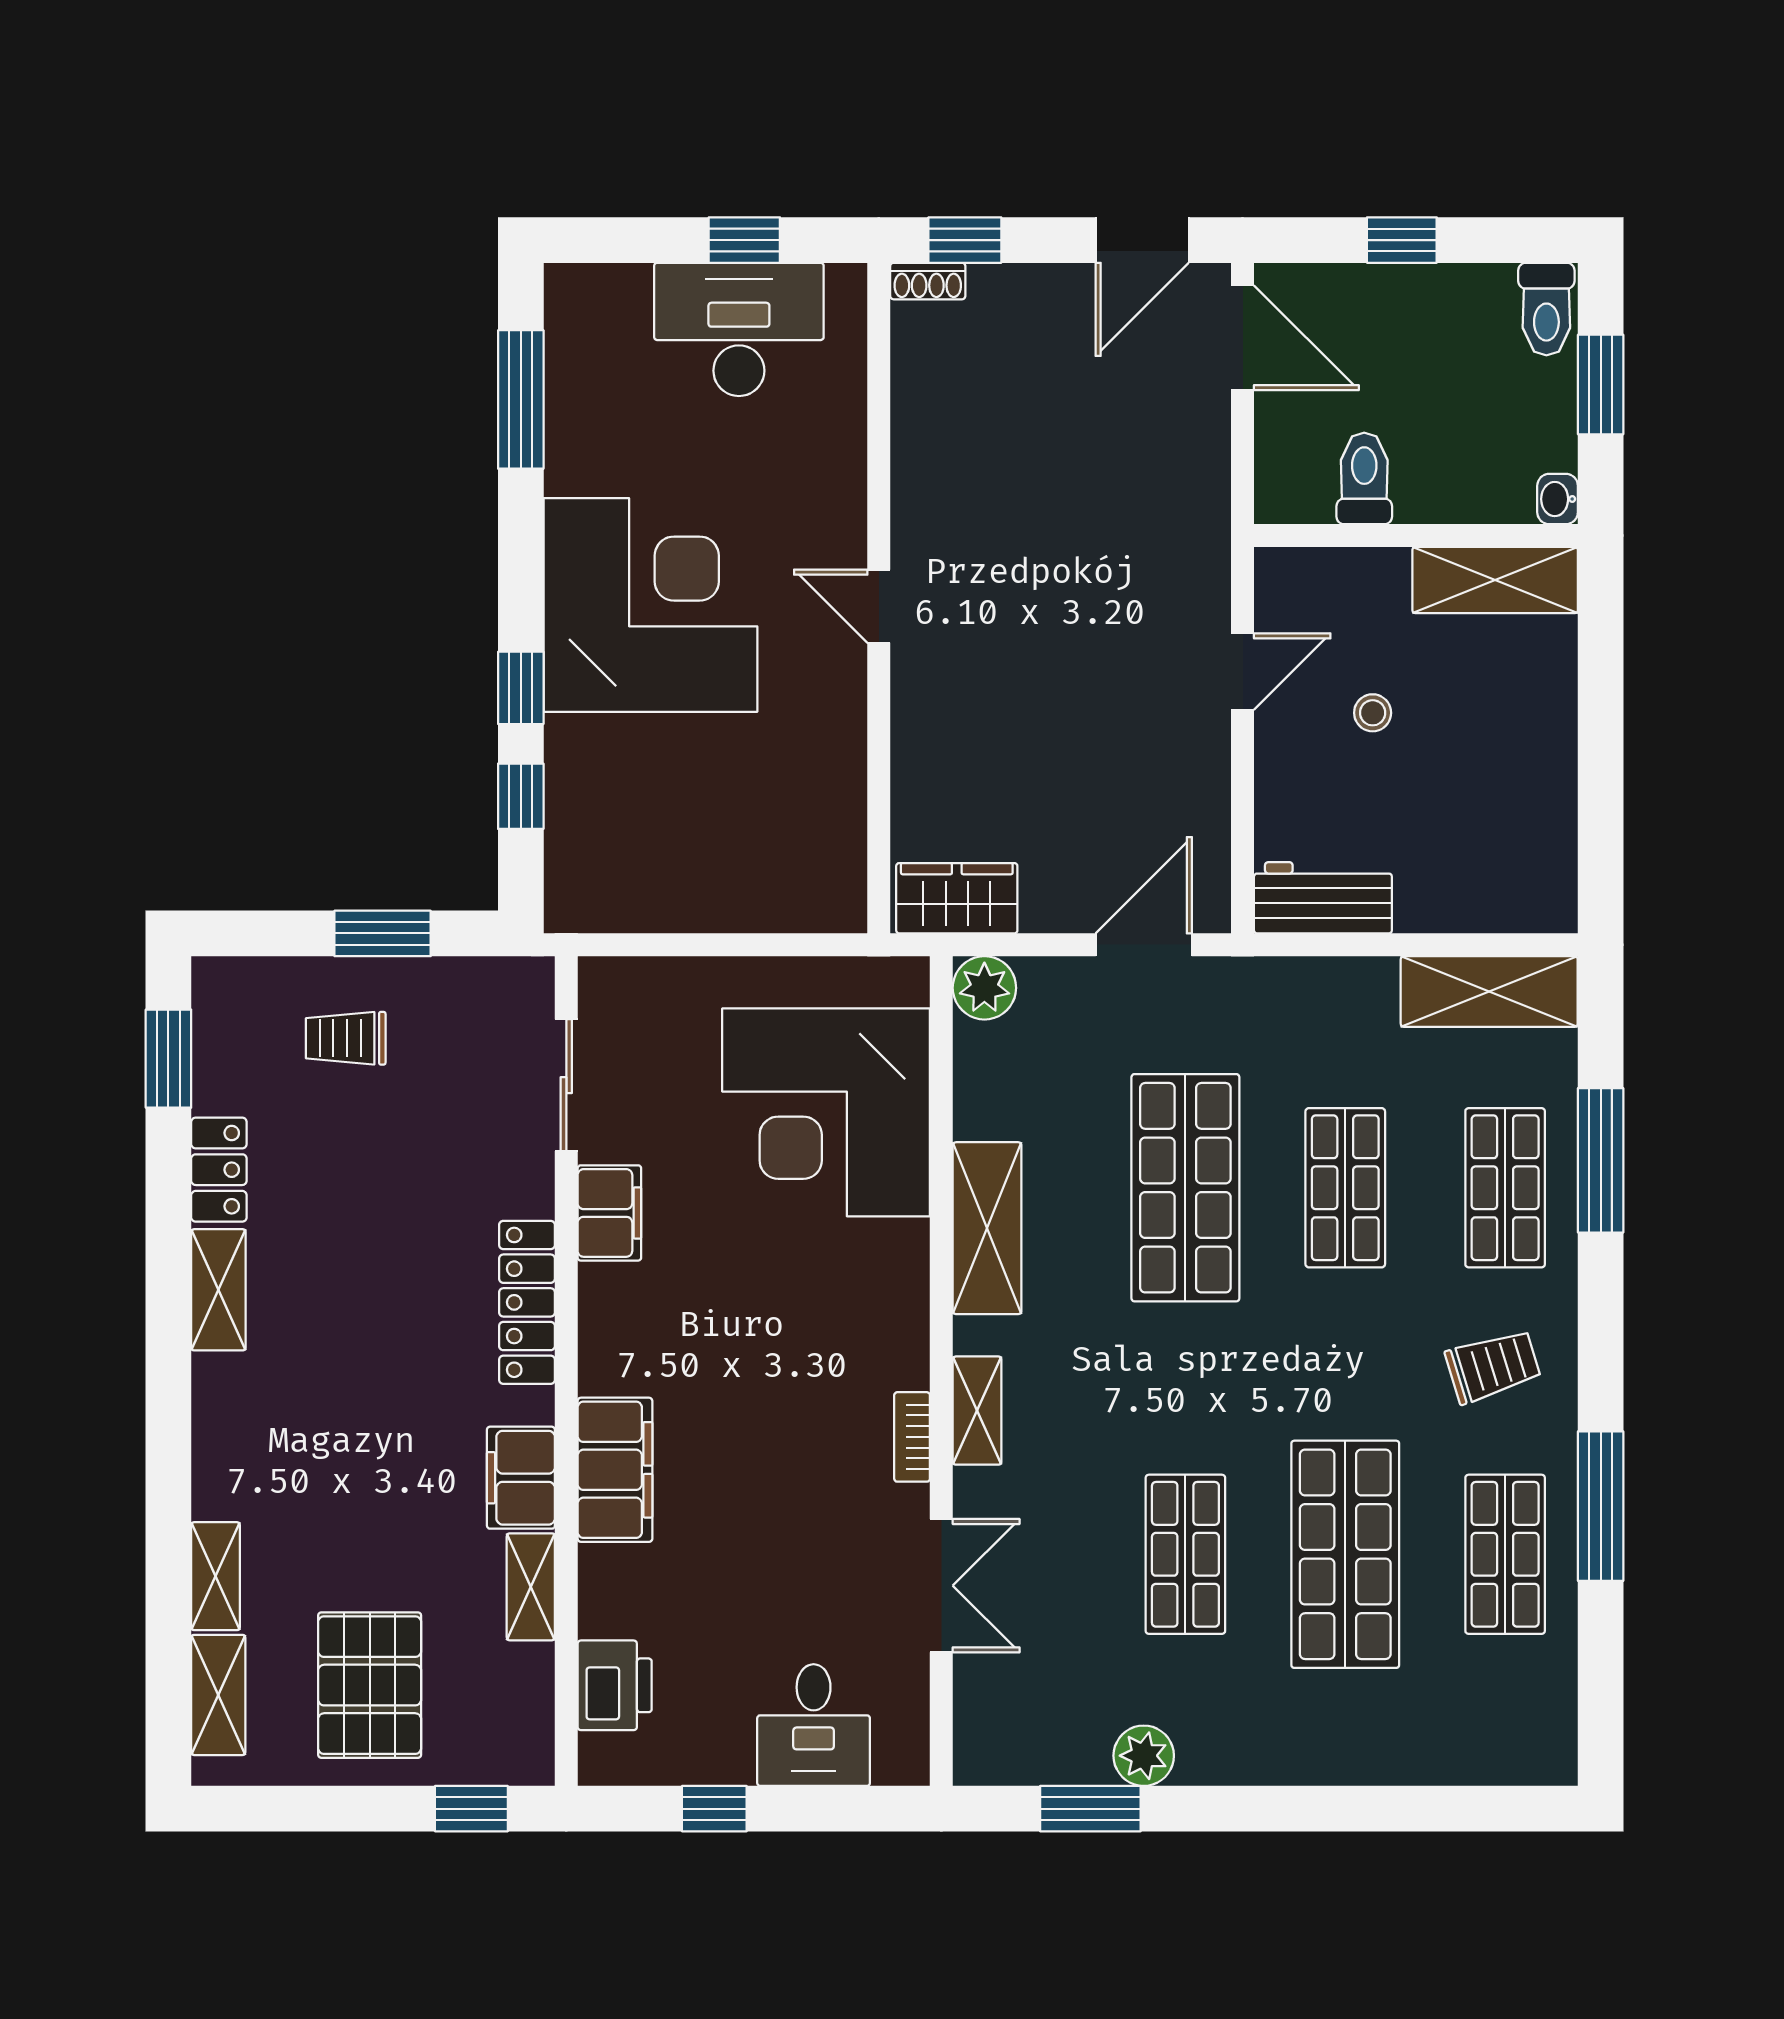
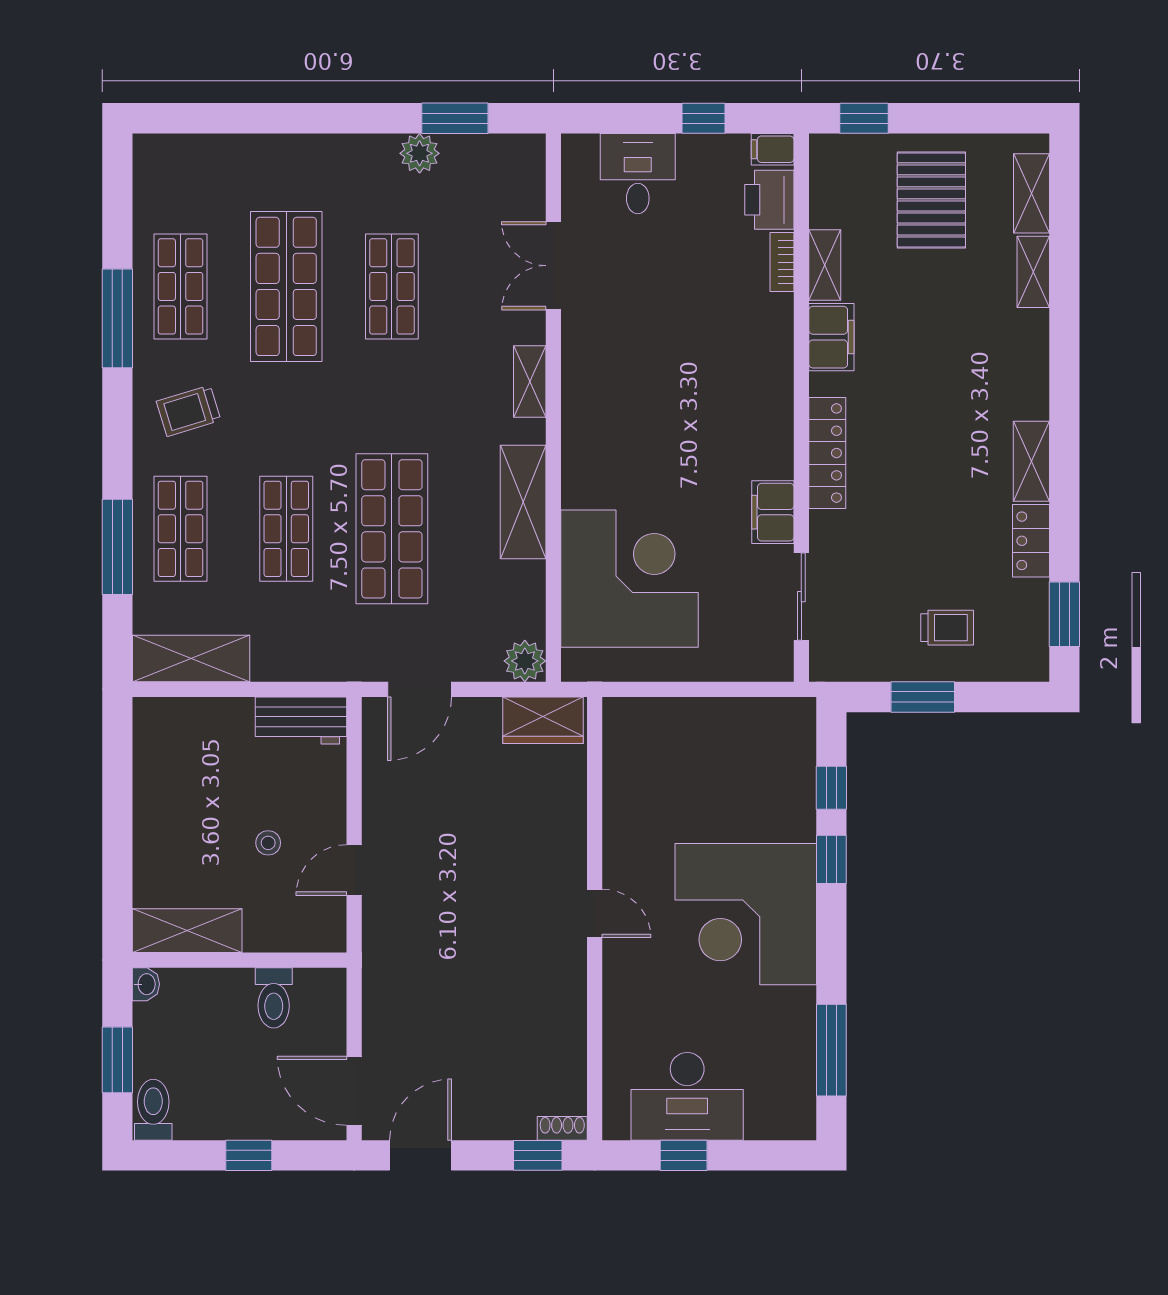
bookcase: (912, 1437) -> (782, 262), moved, turned 180
filing cabinet: (615, 1470) -> (773, 149), moved, width x0.33, depth x0.86

